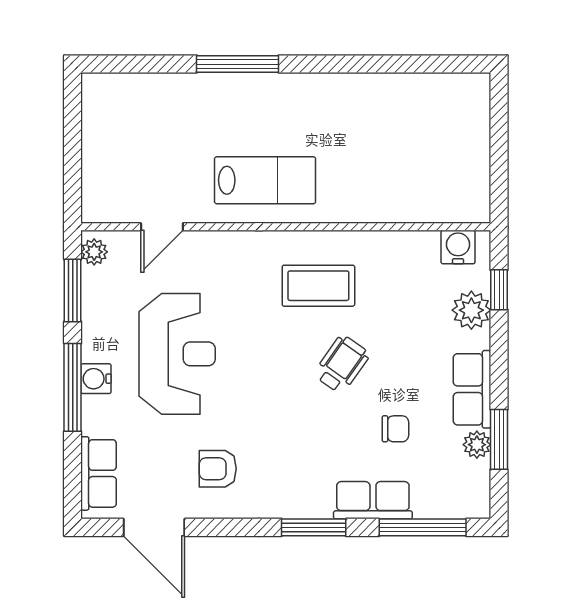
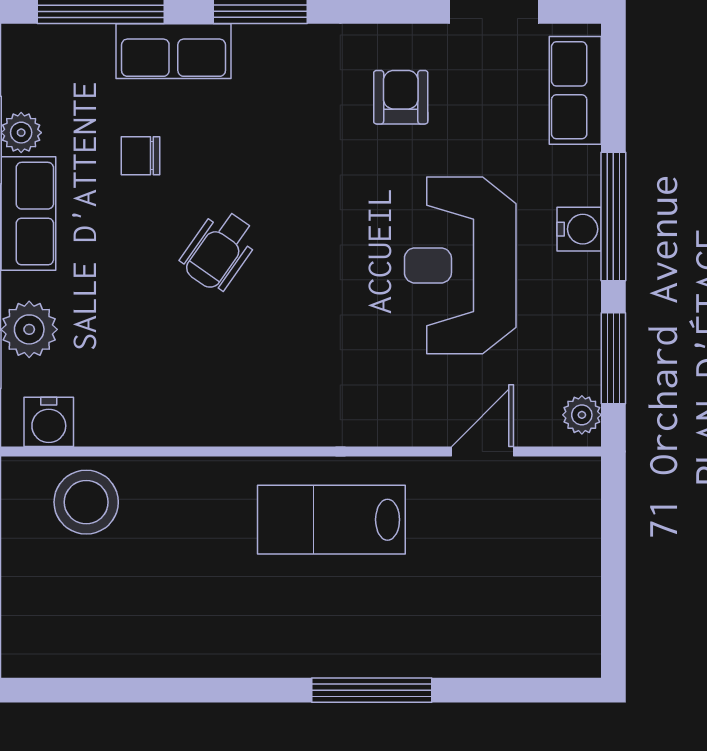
stool: (433, 192) -> (86, 502), added
coffee table: (318, 286) -> (253, 365), removed
armchair: (218, 469) -> (401, 97), turned -90

